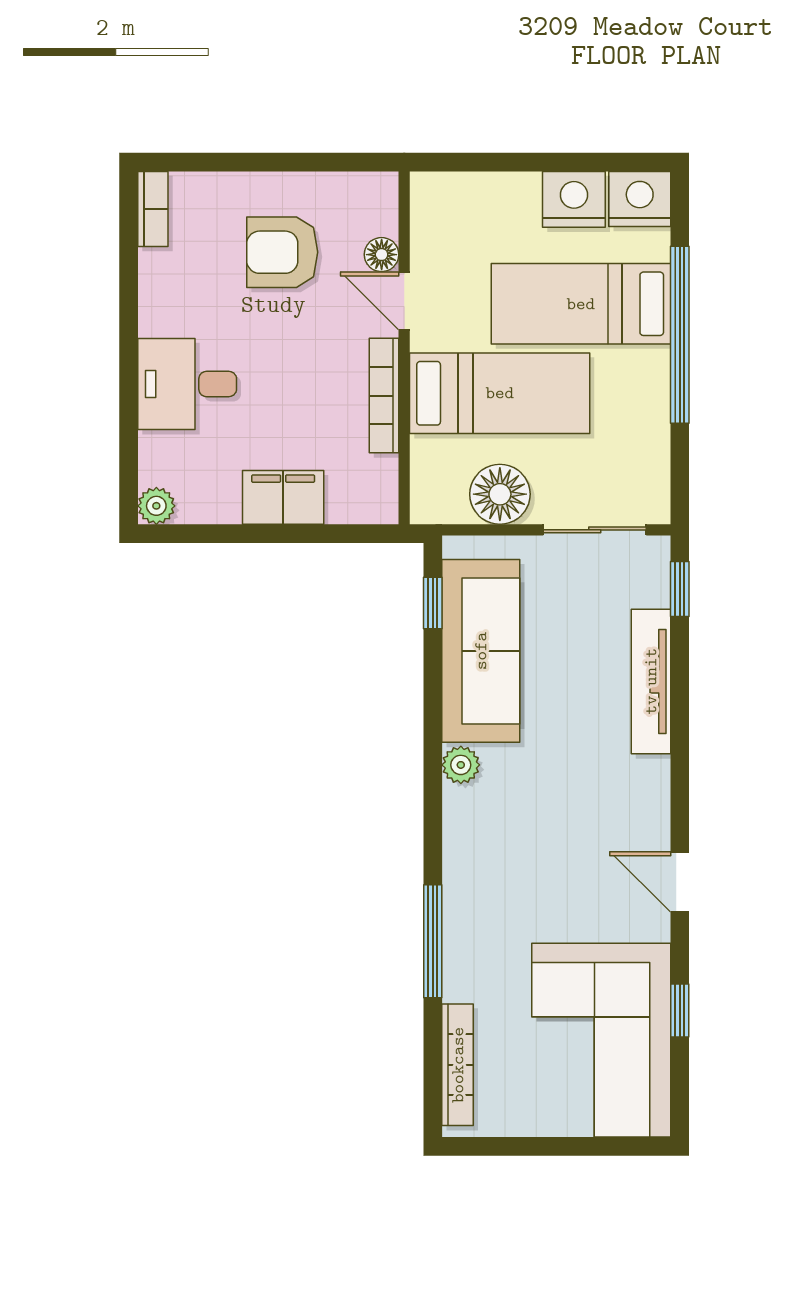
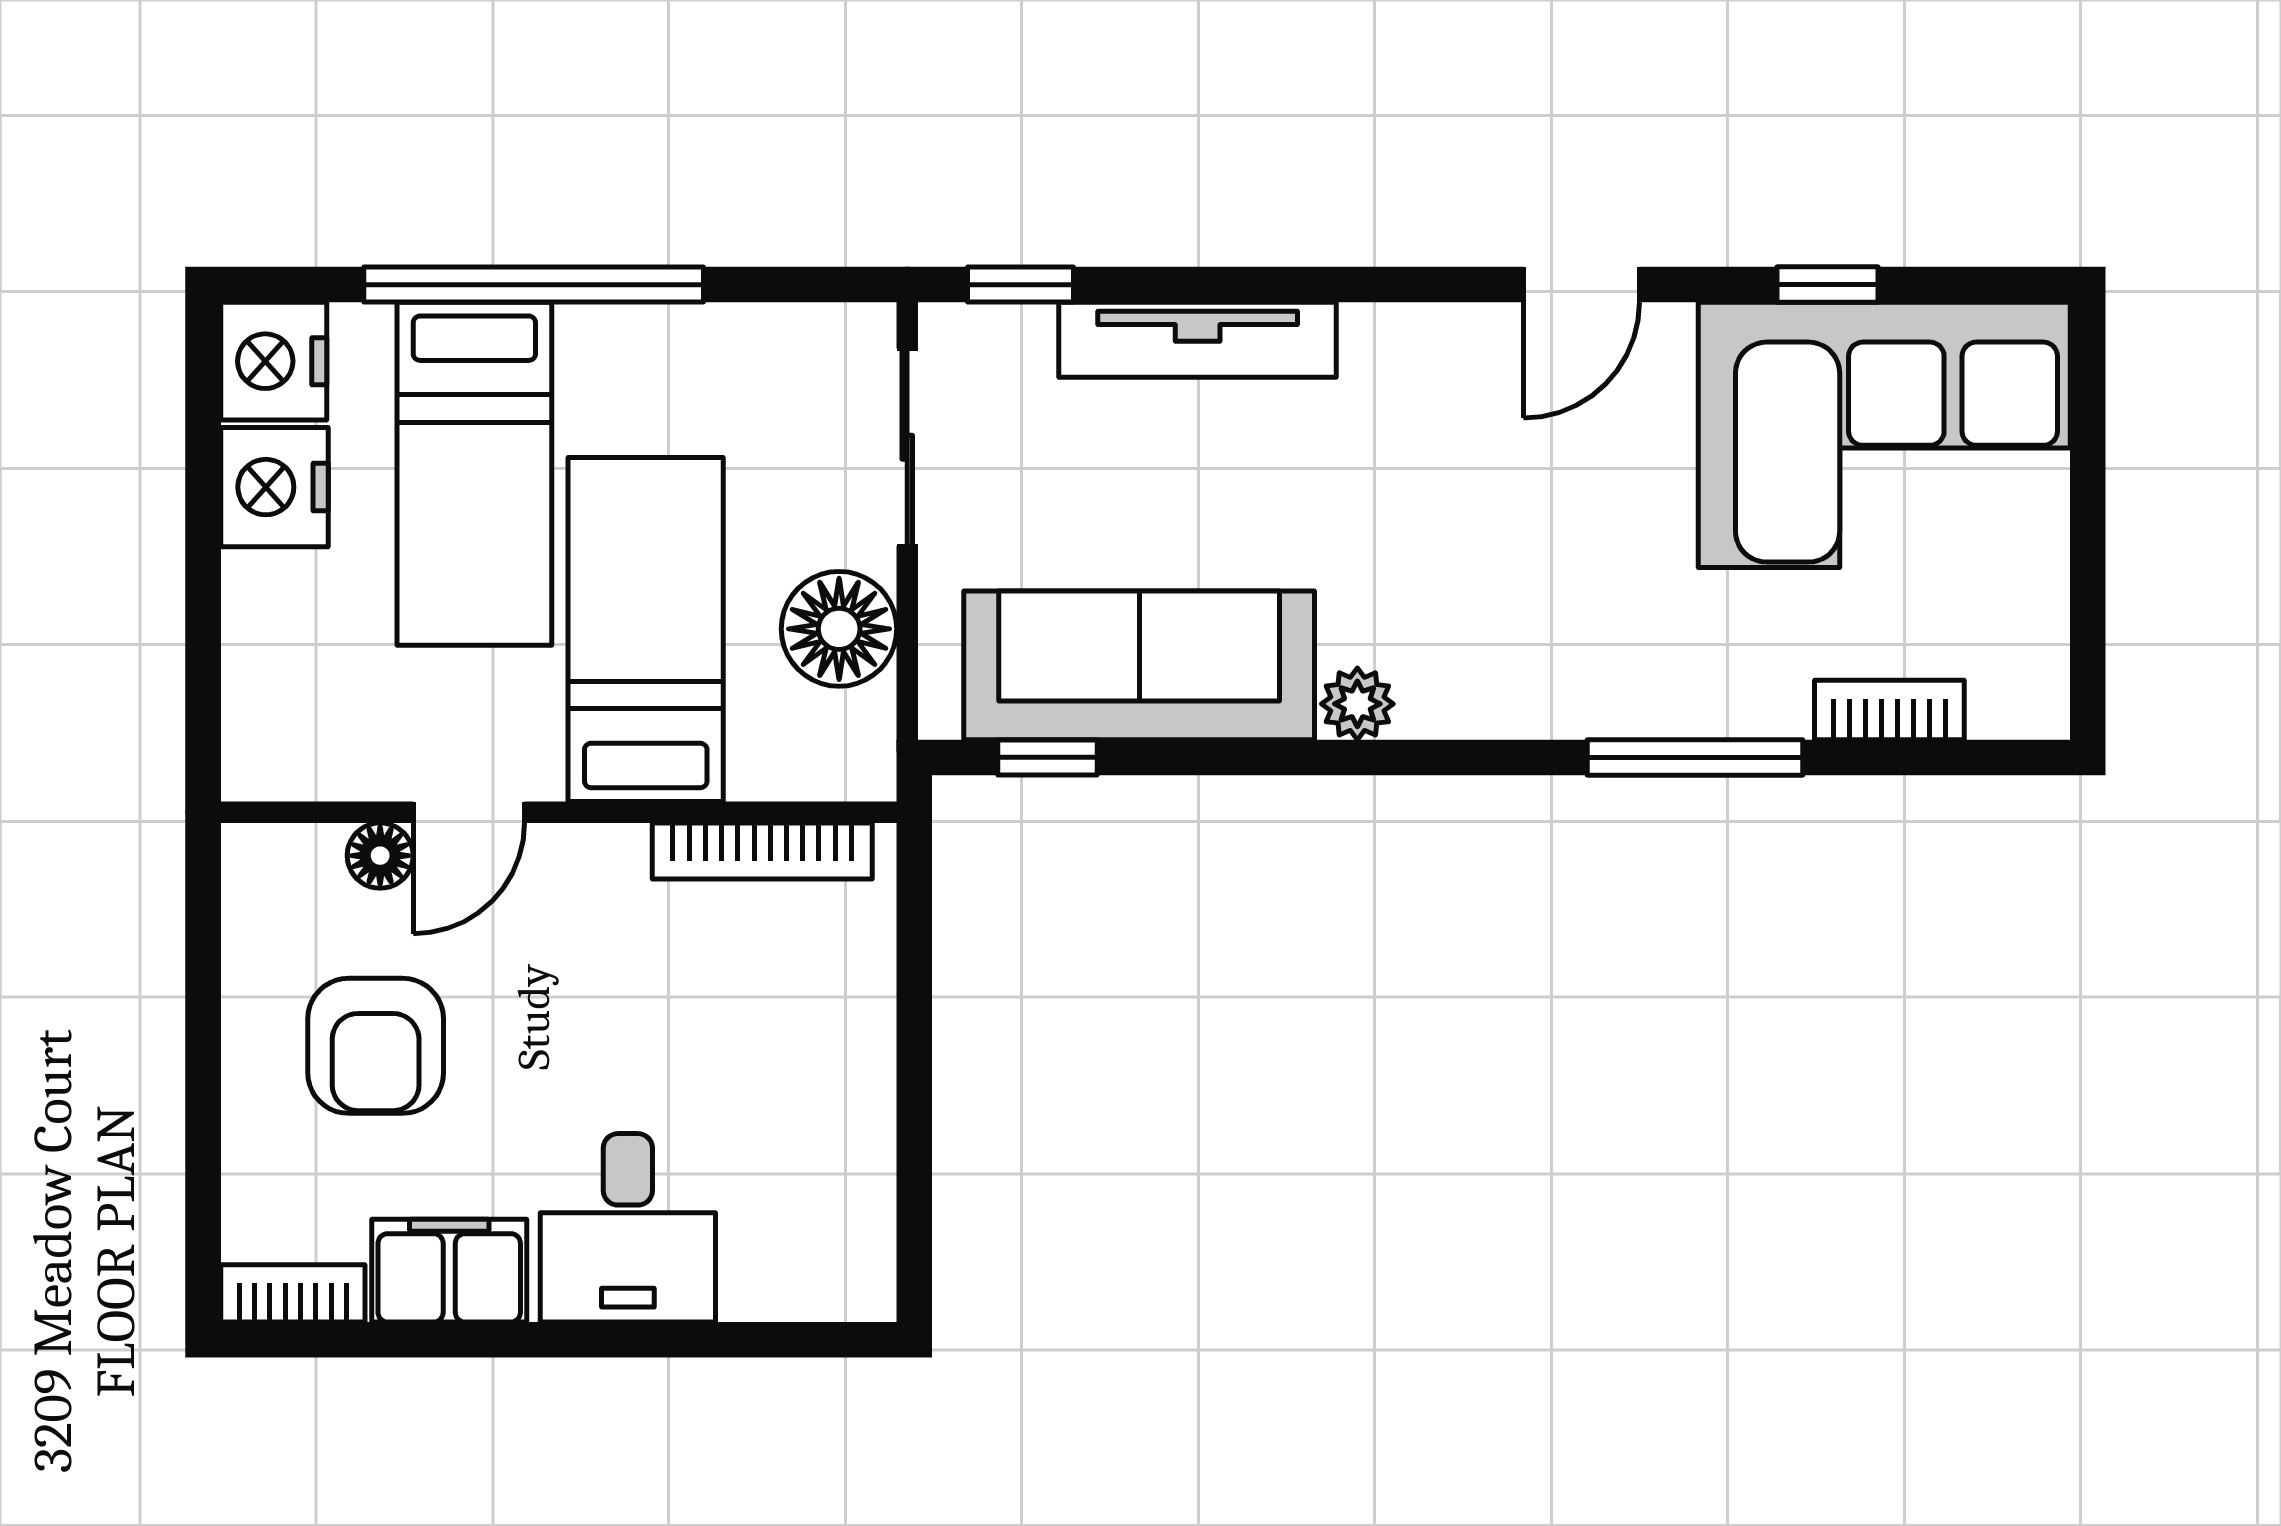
bookcase: (384, 396) -> (762, 851), moved
filing cabinet: (283, 497) -> (449, 1271), moved, turned 90
plant: (156, 506) -> (861, 1287), removed
bookcase: (458, 1065) -> (1889, 710), width x0.64

